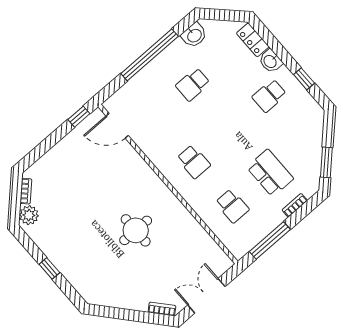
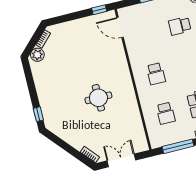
window: (49, 268) -> (38, 114), moved

